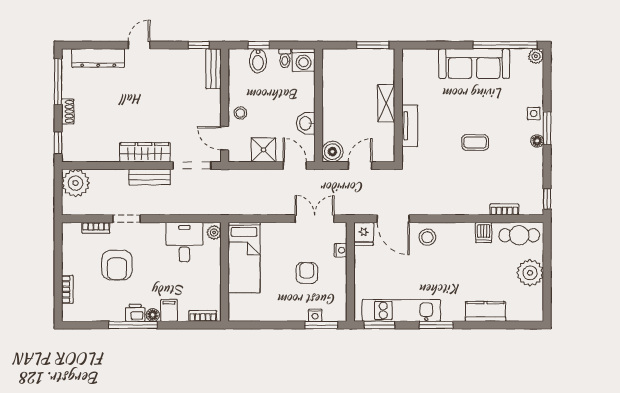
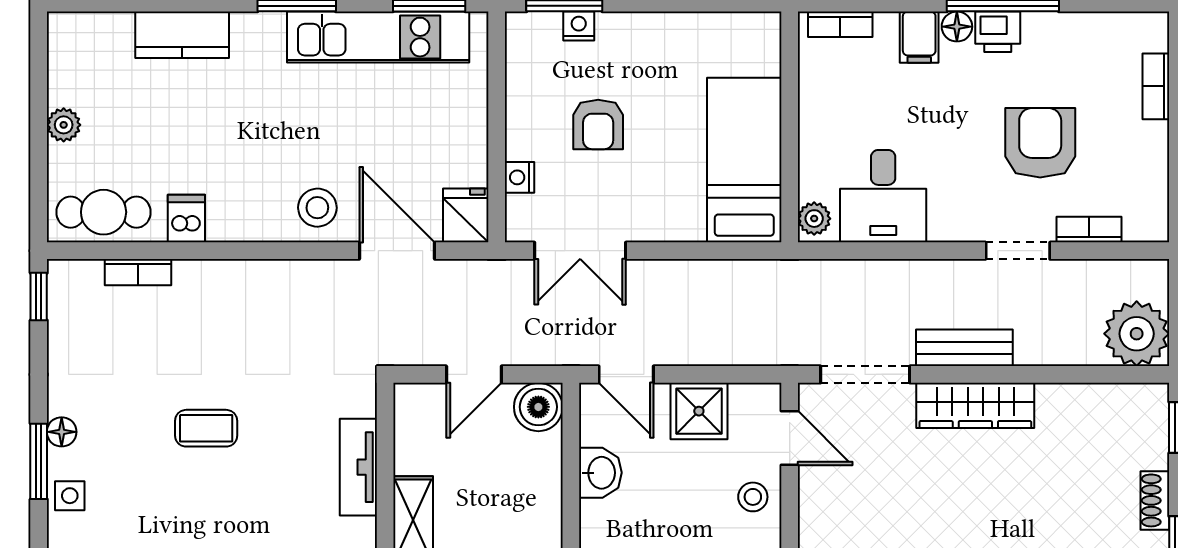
plant: (530, 273) -> (64, 125), width x0.53, depth x0.53

